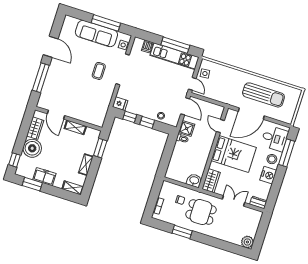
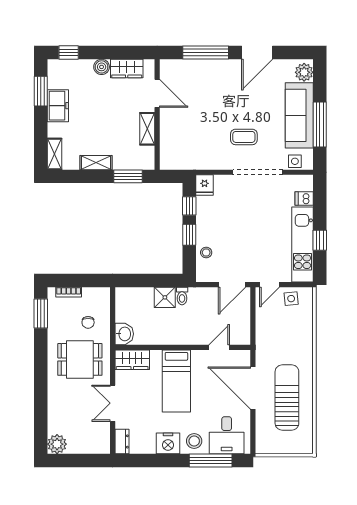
plant: (71, 22) -> (304, 72), added
window: (175, 45) -> (320, 240), width x0.46
sun lounger: (263, 95) -> (287, 397), turned 180
door: (56, 115) -> (157, 93), swing flipped
shower: (187, 128) -> (165, 297), moved
boiler: (32, 148) -> (102, 67), width x0.54, depth x0.54
bed: (234, 154) -> (176, 381), width x0.67
double door: (233, 201) -> (113, 403), swing flipped
dining table: (201, 212) -> (80, 359), turned 90
window: (182, 232) -> (41, 313), moved

